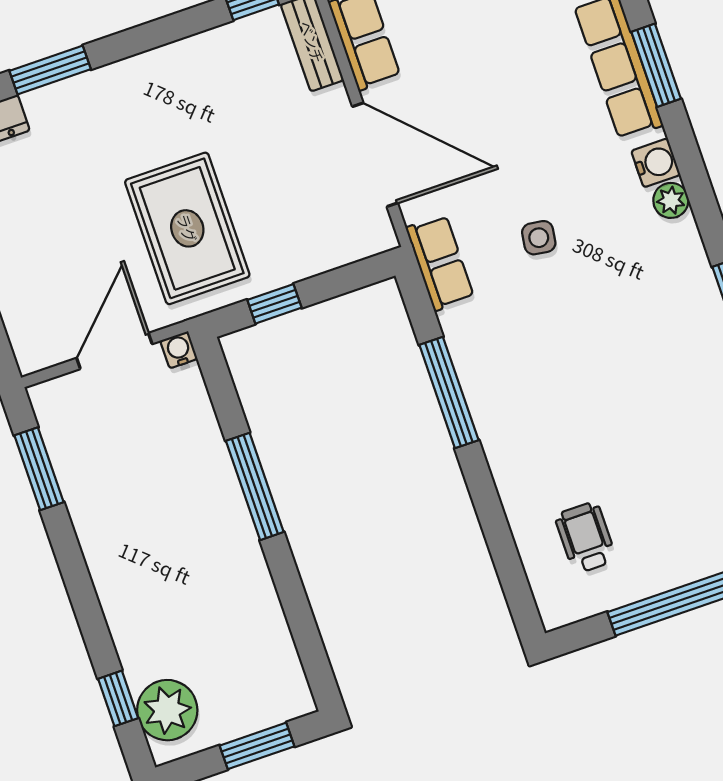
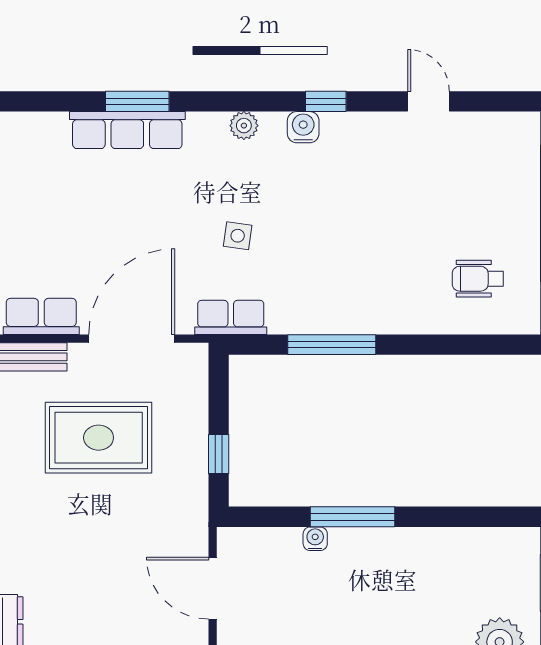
water cooler: (656, 163) -> (303, 127), moved
rug: (187, 228) -> (99, 438), moved
water cooler: (179, 350) -> (315, 539), moved, turned 90

